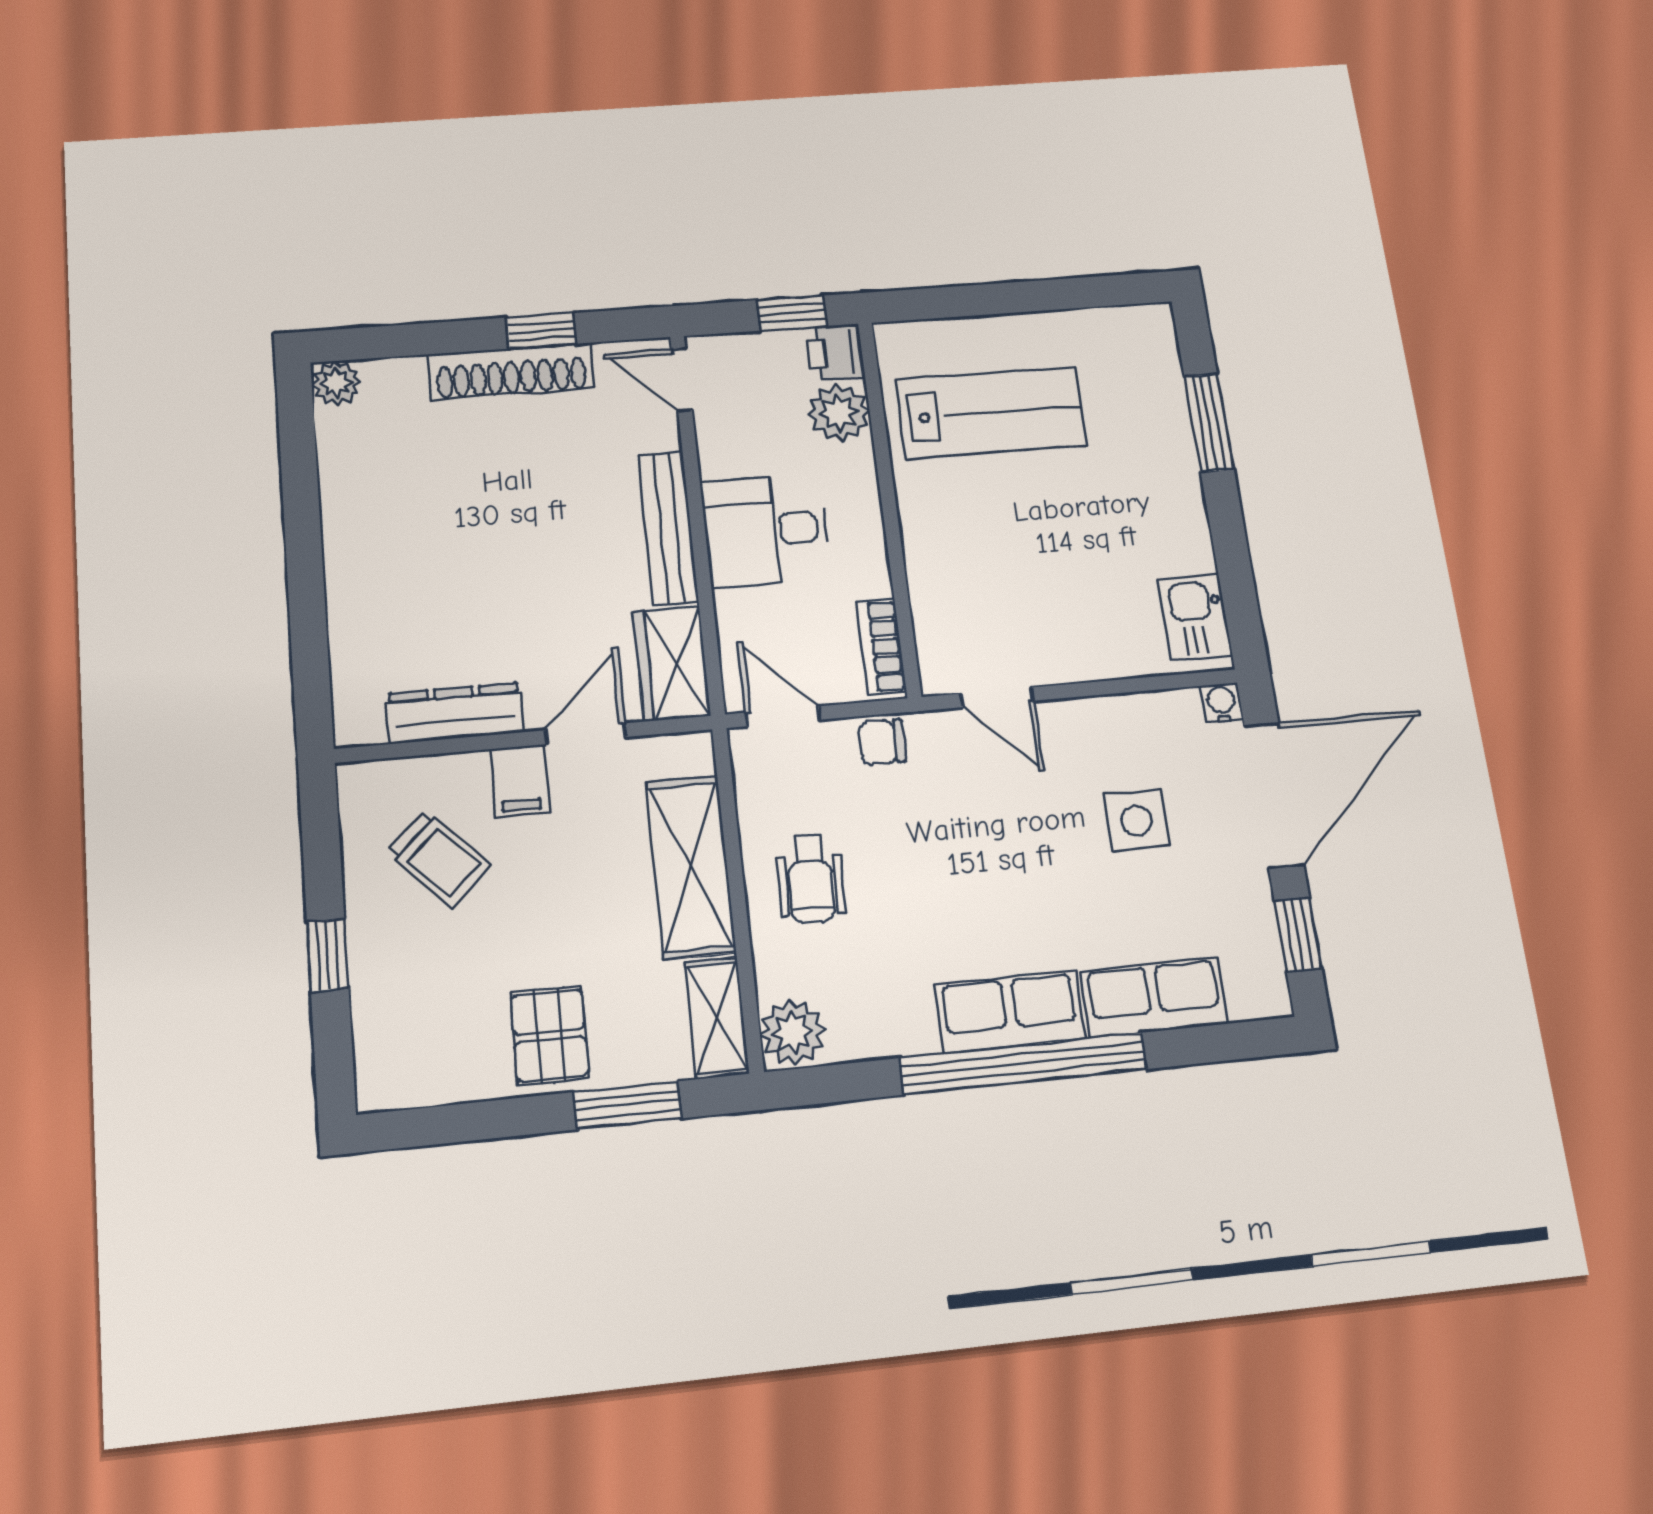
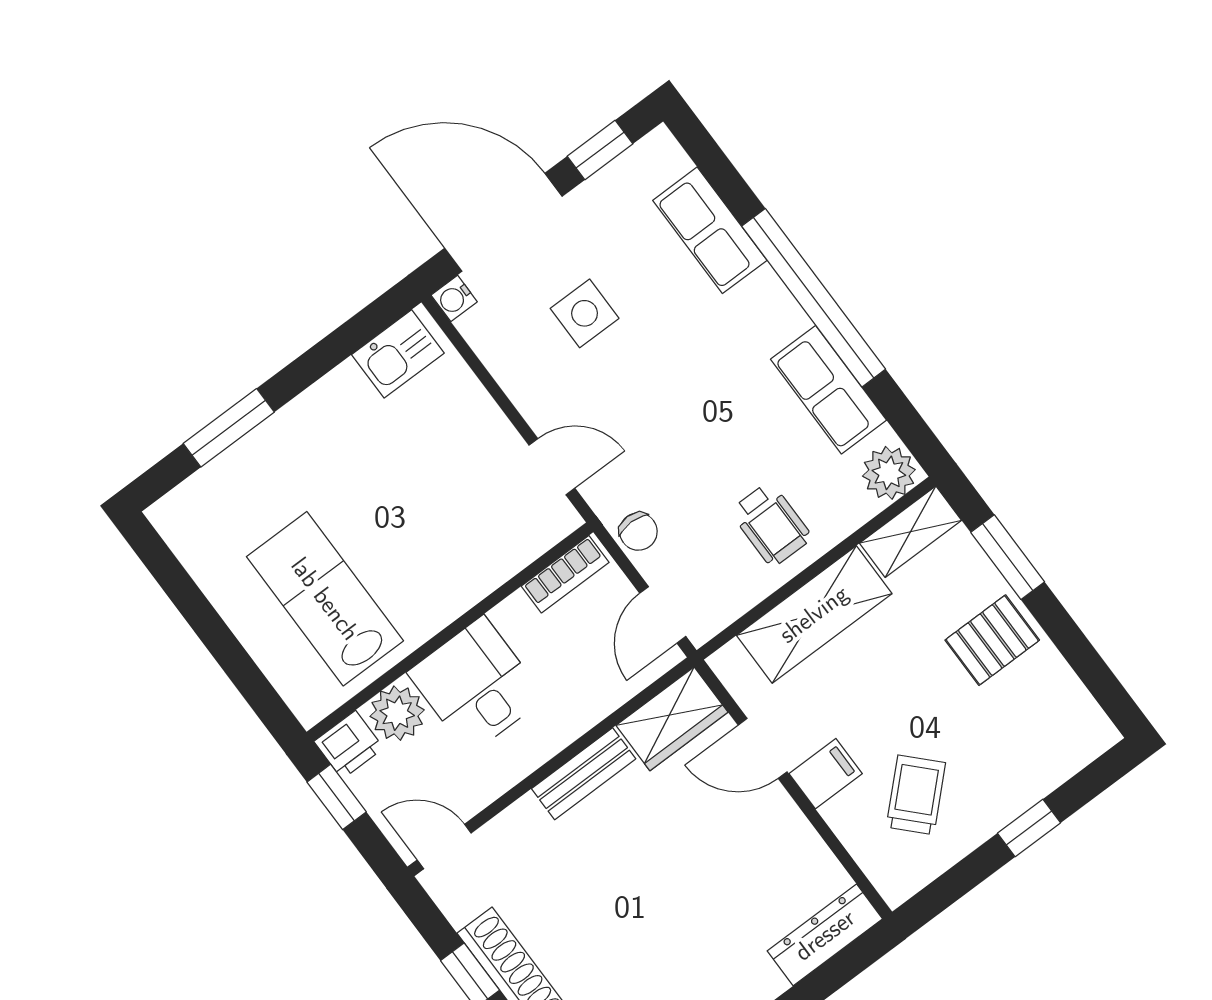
door: (682, 380) -> (444, 846), swing flipped
bench: (668, 528) -> (584, 774), width x0.73
desk: (766, 530) -> (476, 685), moved, turned 180
door: (998, 697) -> (552, 467), hinge flipped
dresser: (455, 713) -> (825, 935), moved, turned 90
wheelchair: (811, 878) -> (771, 524), turned 87
row of seats: (1010, 1012) -> (829, 390), moved

